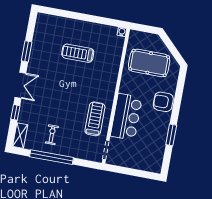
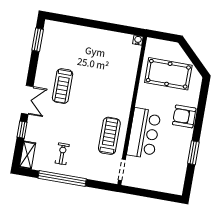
window: (27, 51) -> (38, 40), moved
treadmill: (78, 53) -> (63, 86), moved, turned -90

